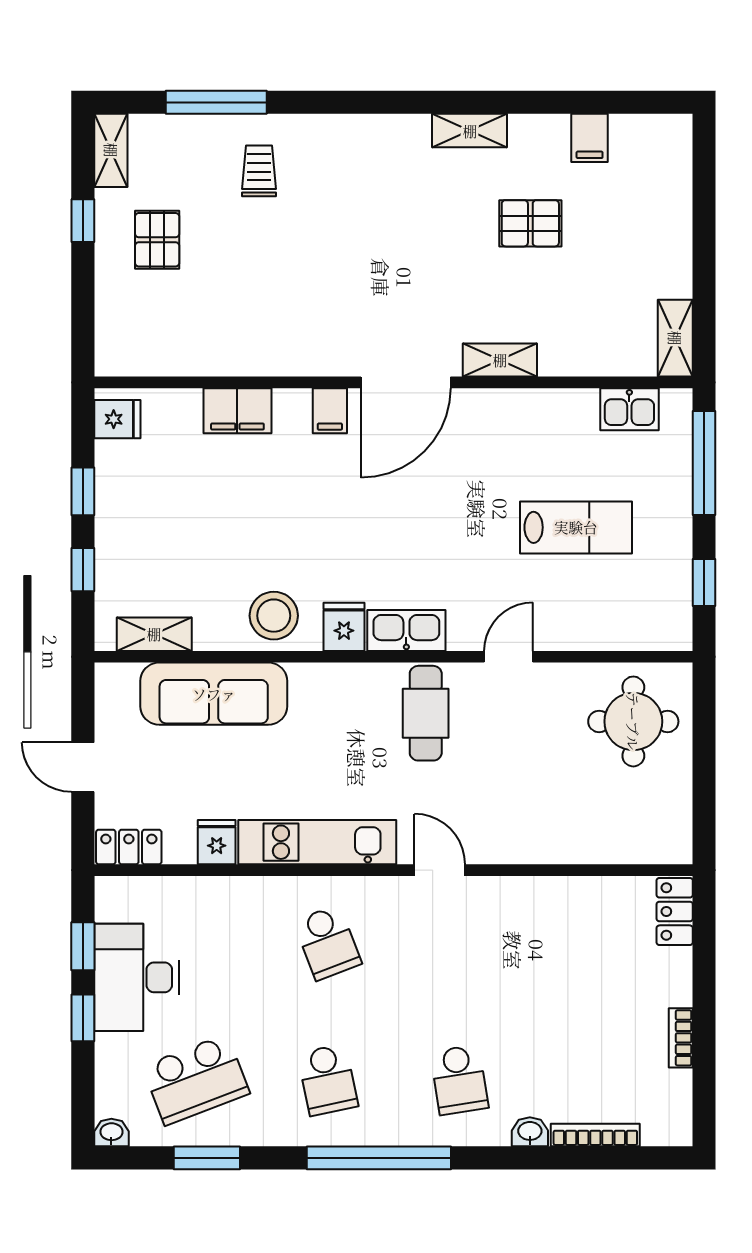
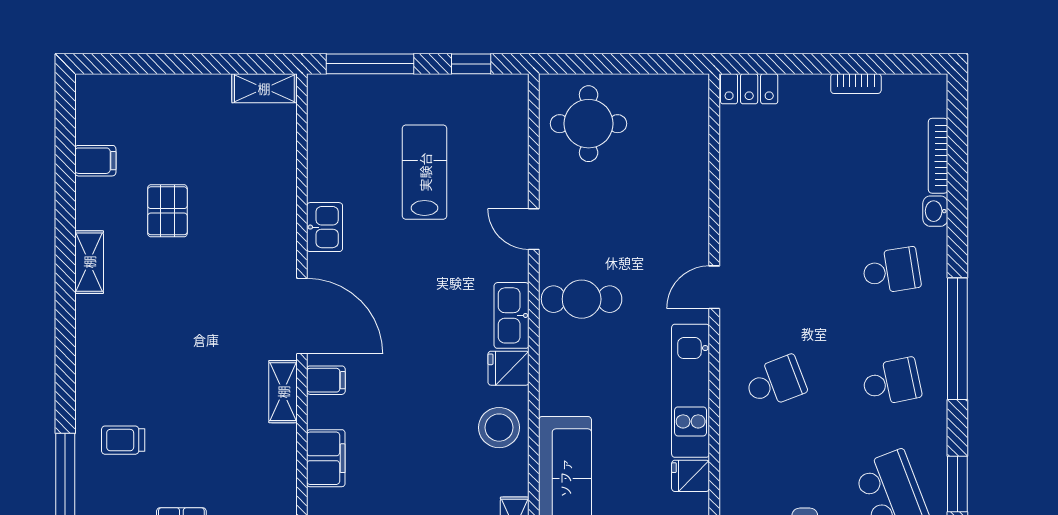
shelving: (500, 360) -> (283, 392), moved
kitchen sink: (629, 409) -> (325, 227), moved

